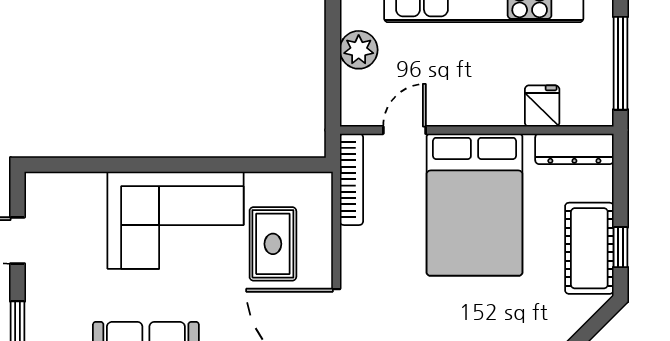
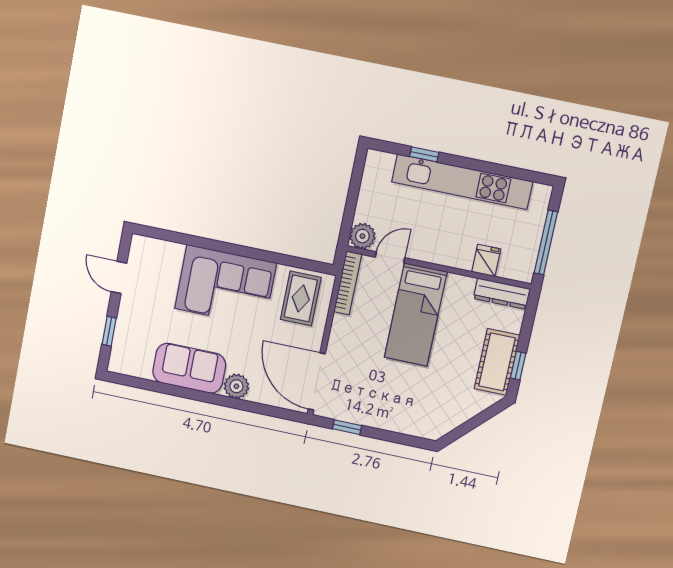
plant: (359, 50) -> (362, 236), moved
bed: (475, 205) -> (416, 315), width x0.67
rug: (273, 244) -> (301, 298), moved

